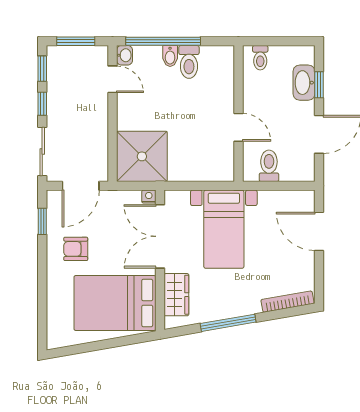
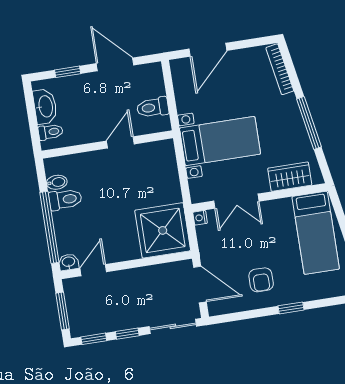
bidet: (170, 56) -> (57, 182), moved
washbasin: (304, 83) -> (45, 106), moved, turned -90
window: (42, 221) -> (291, 308), moved
double door: (160, 236) -> (236, 201), width x0.73
bed: (115, 303) -> (316, 233), width x0.67

